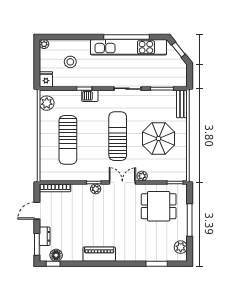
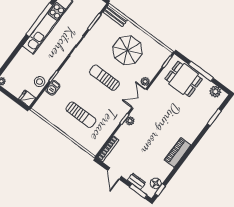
stool: (70, 62) -> (40, 82), moved
barbecue: (90, 96) -> (53, 88), moved
plant: (47, 103) -> (44, 110), removed
sun lounger: (118, 136) -> (104, 78), width x0.73, depth x0.75
sun lounger: (68, 140) -> (81, 115), width x0.73, depth x0.75
dining table: (159, 206) -> (184, 79), moved, turned 90

